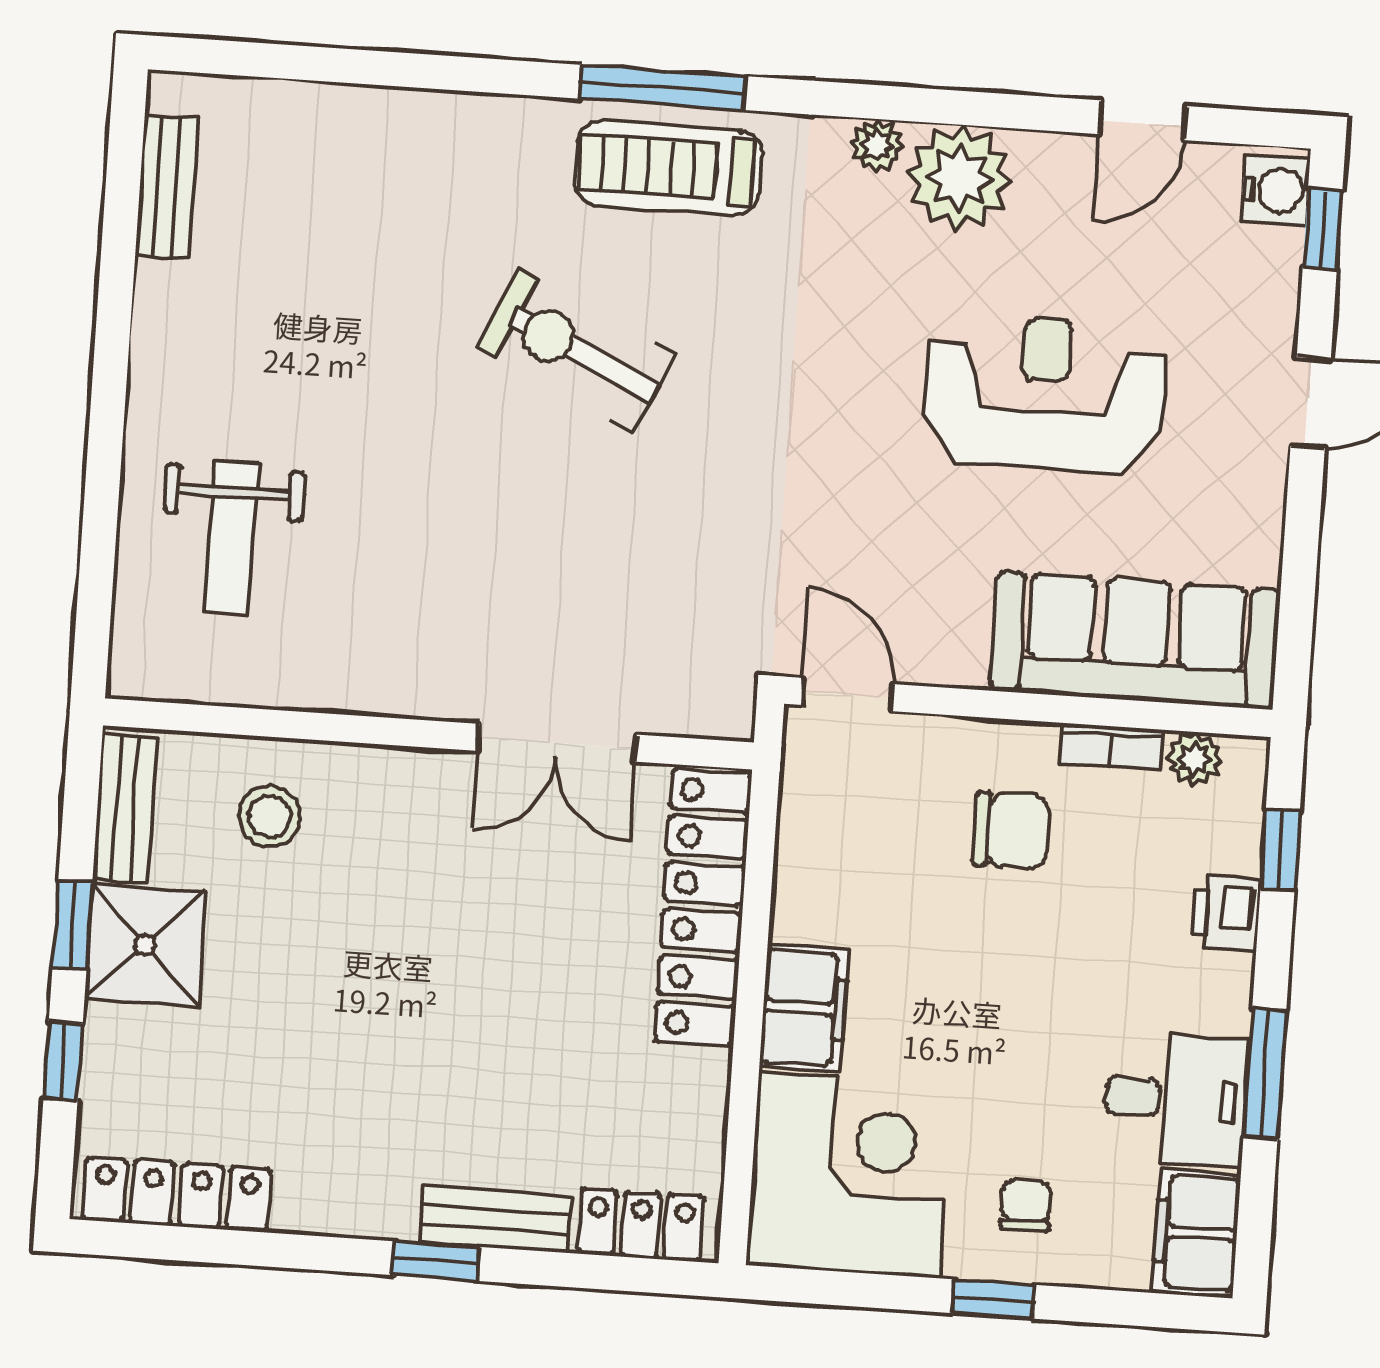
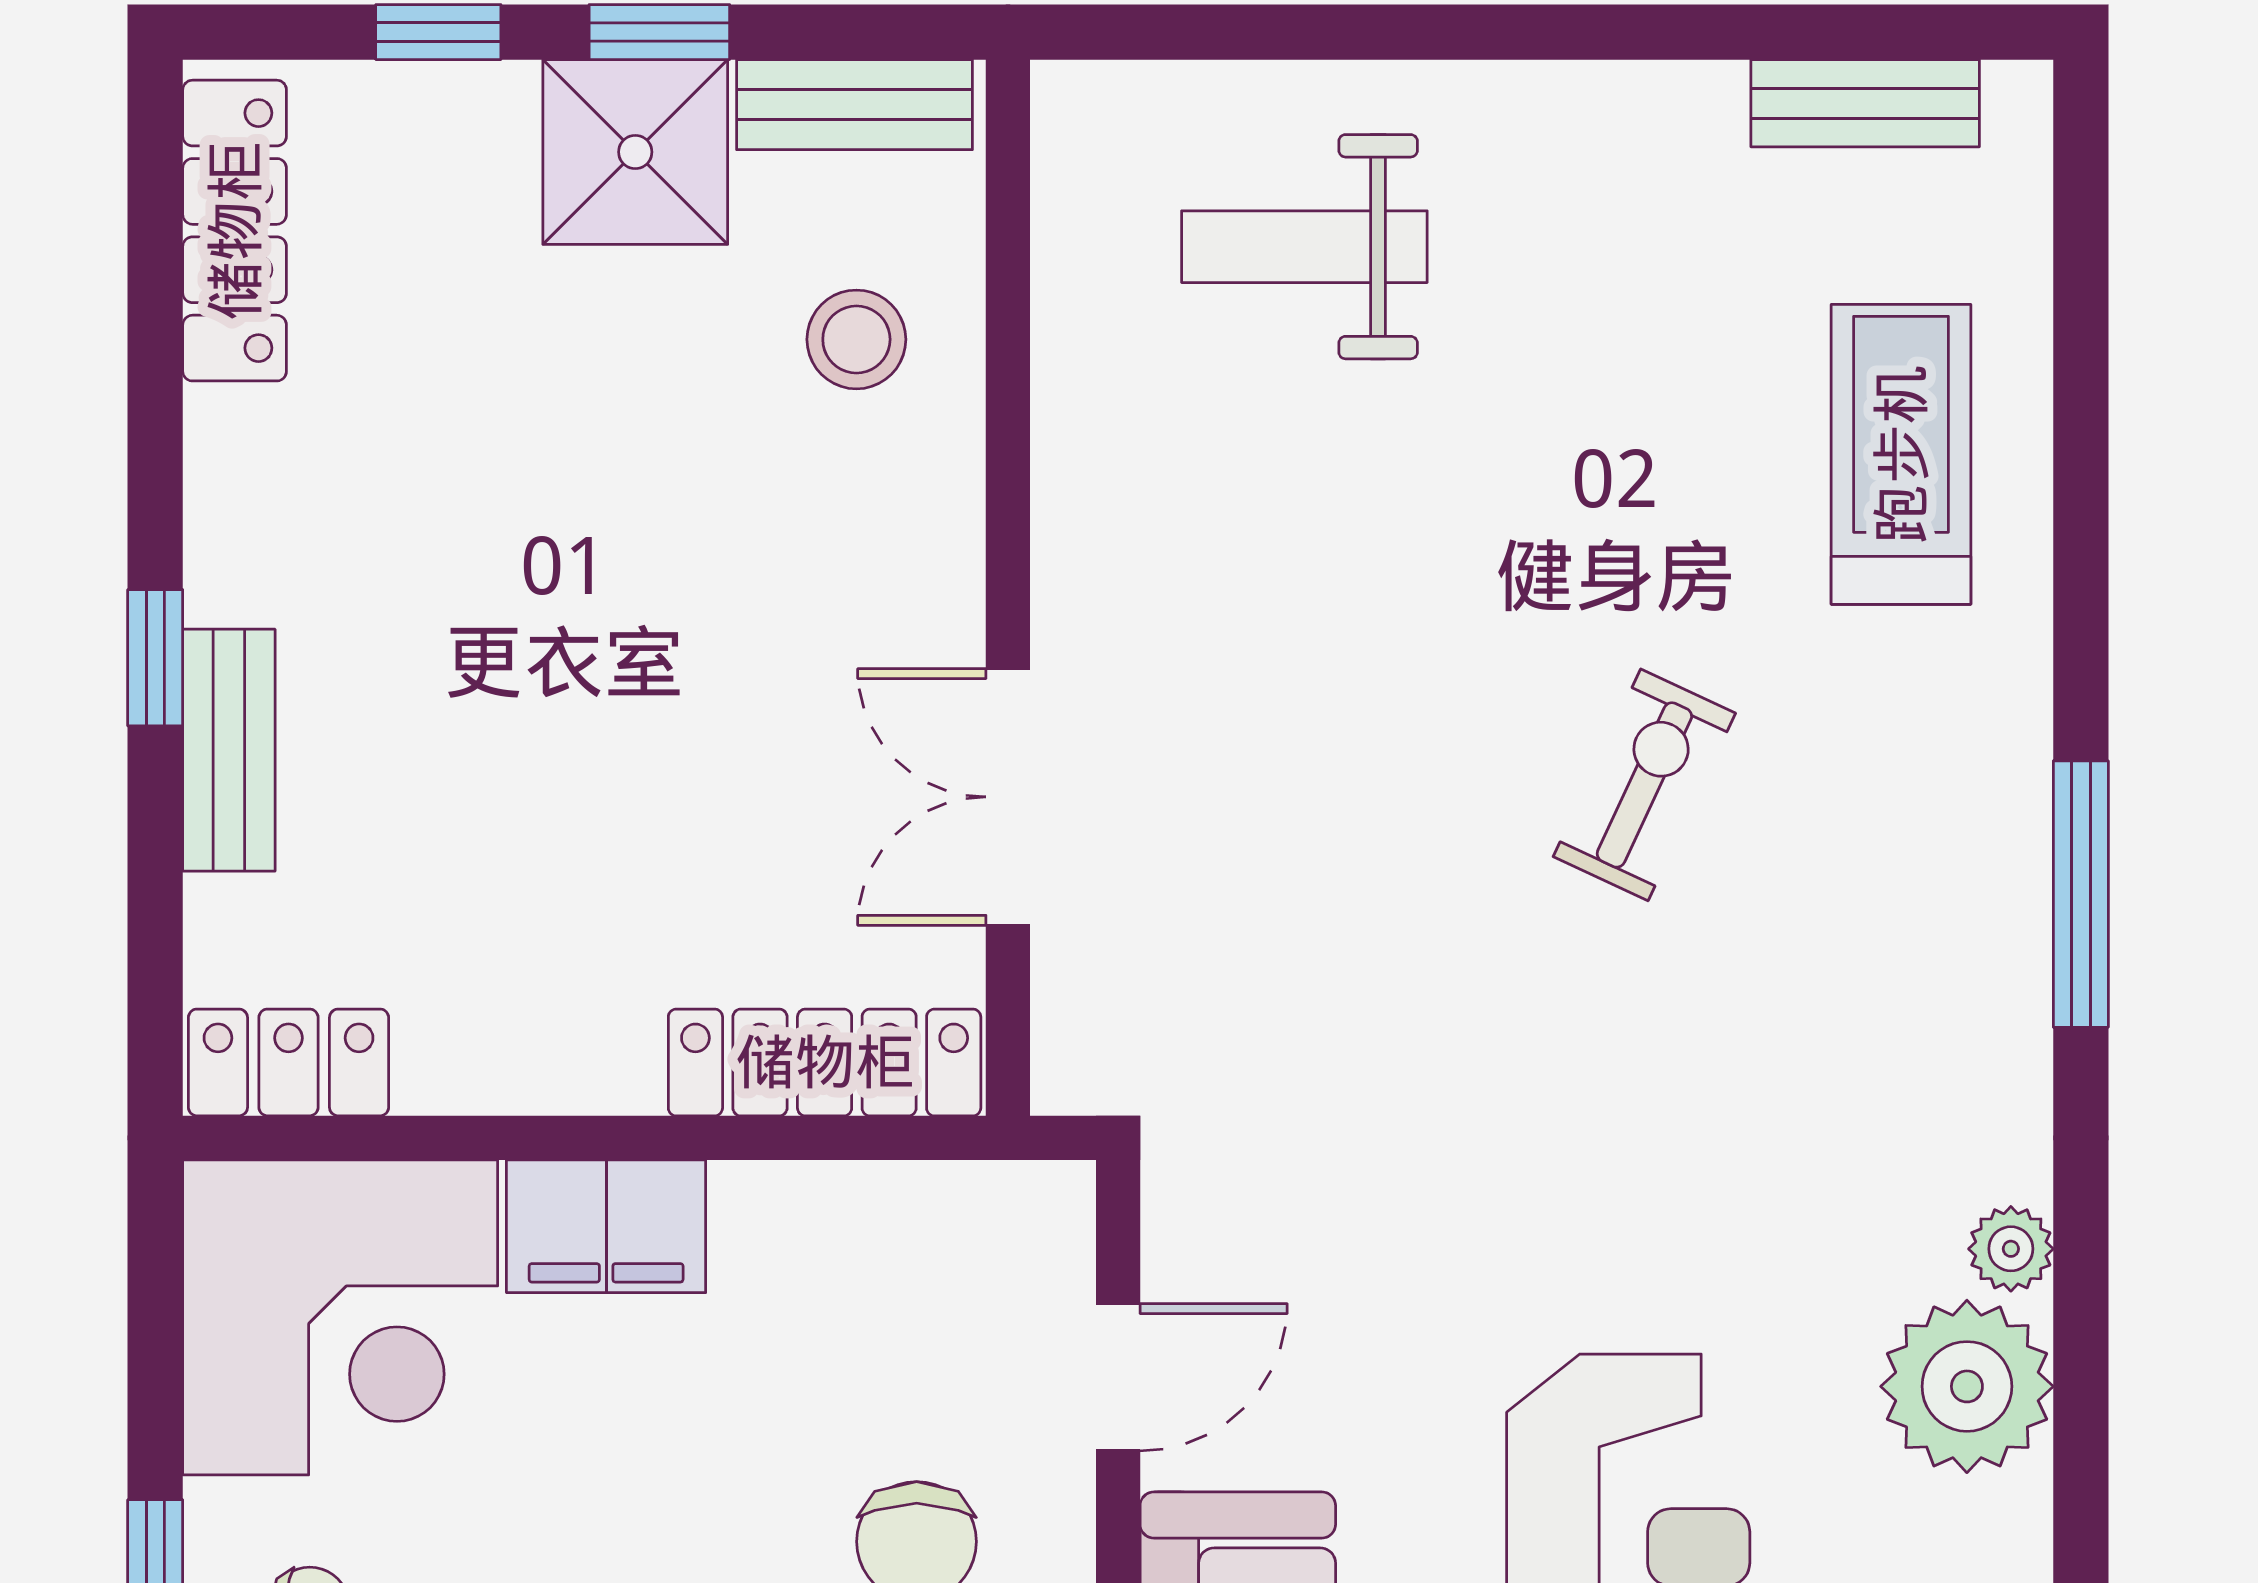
treadmill: (668, 168) -> (1901, 454), moved
exercise bike: (576, 351) -> (1644, 785), width x0.73, depth x0.72
door: (847, 695) -> (1118, 1377), moved
locker: (703, 907) -> (825, 1062), width x0.71, depth x0.83
locker: (641, 1225) -> (288, 1062), moved, turned -90

